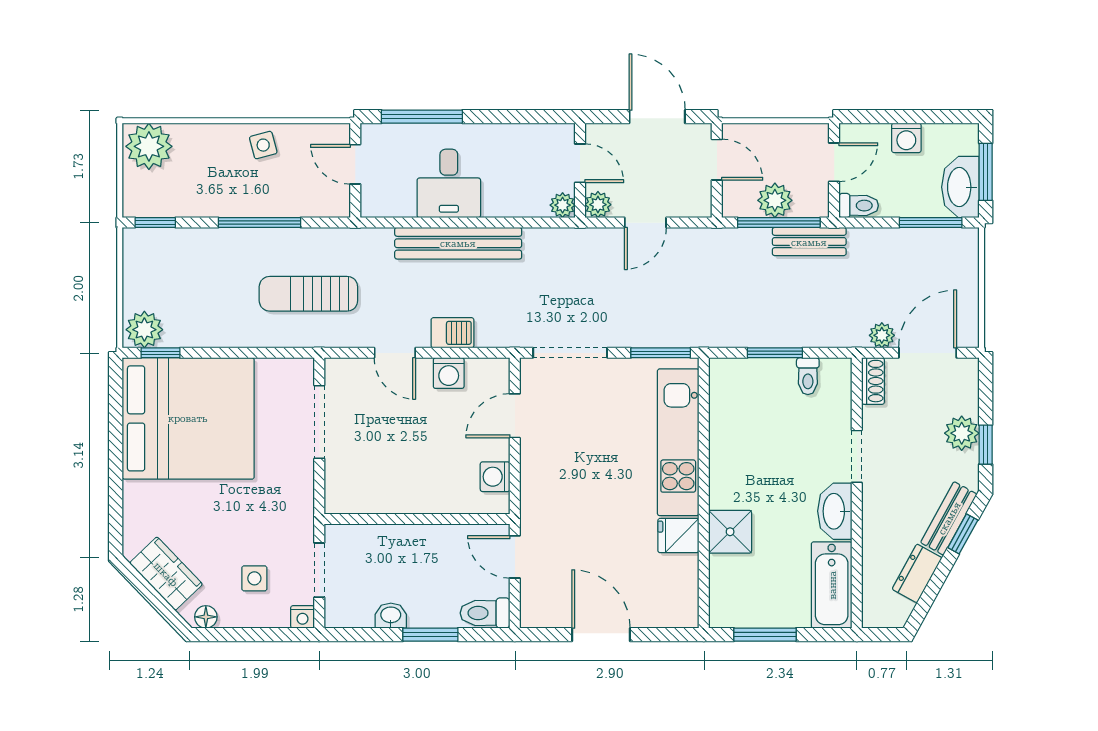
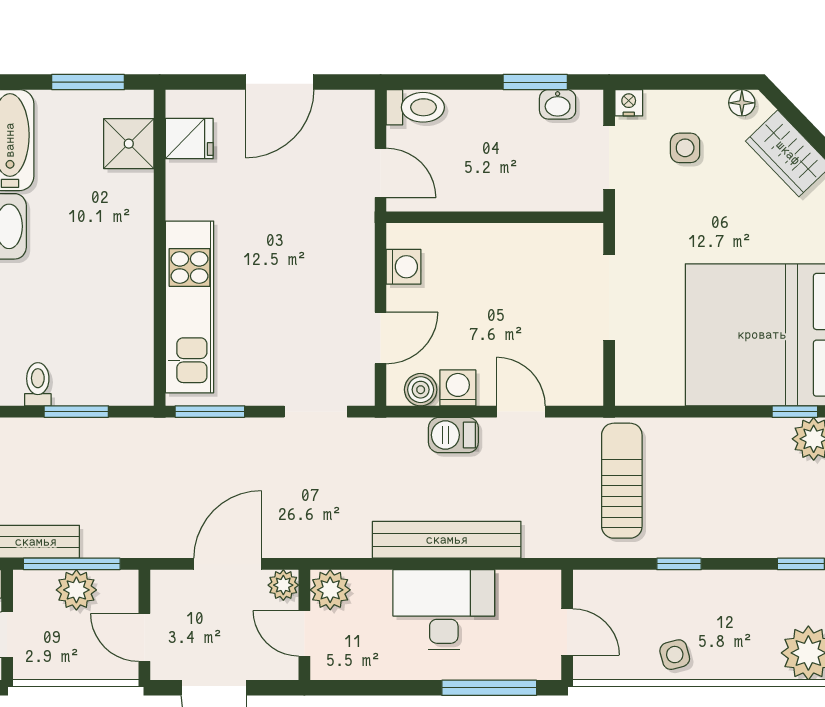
desk: (449, 183) -> (444, 610), width x1.37
plant: (563, 205) -> (330, 590), width x1.38, depth x1.38
window: (260, 223) -> (679, 564), width x0.46
door: (645, 223) -> (228, 564), width x1.38
sun lounger: (308, 294) -> (622, 481), turned -90
doorway: (570, 353) -> (316, 412), width x0.73
boiler: (480, 372) -> (421, 390), added
doorway: (319, 422) -> (609, 298), moved
shower: (730, 532) -> (129, 144), moved
fridge: (678, 536) -> (189, 139), moved
washbasin: (391, 616) -> (558, 104), moved
window: (430, 635) -> (535, 82), moved
door: (601, 635) -> (280, 82), hinge flipped

